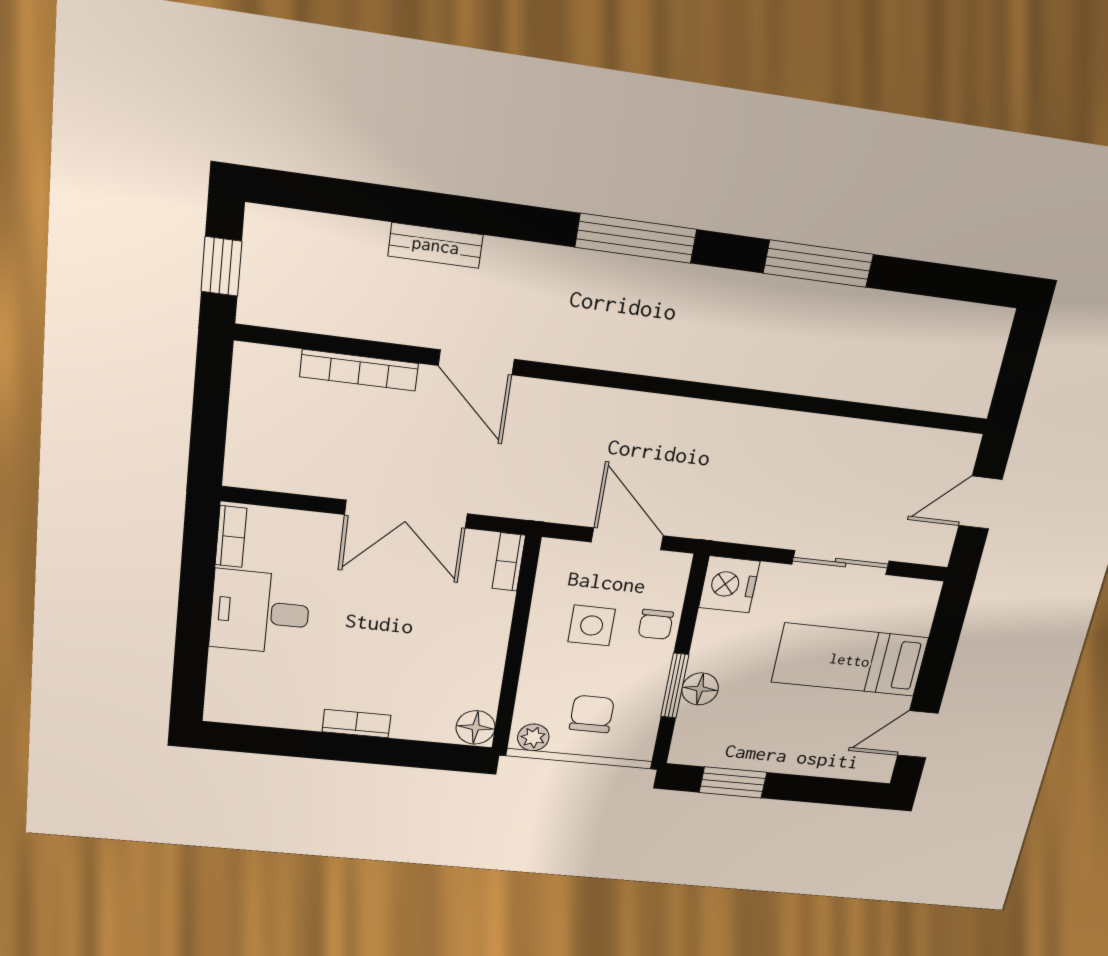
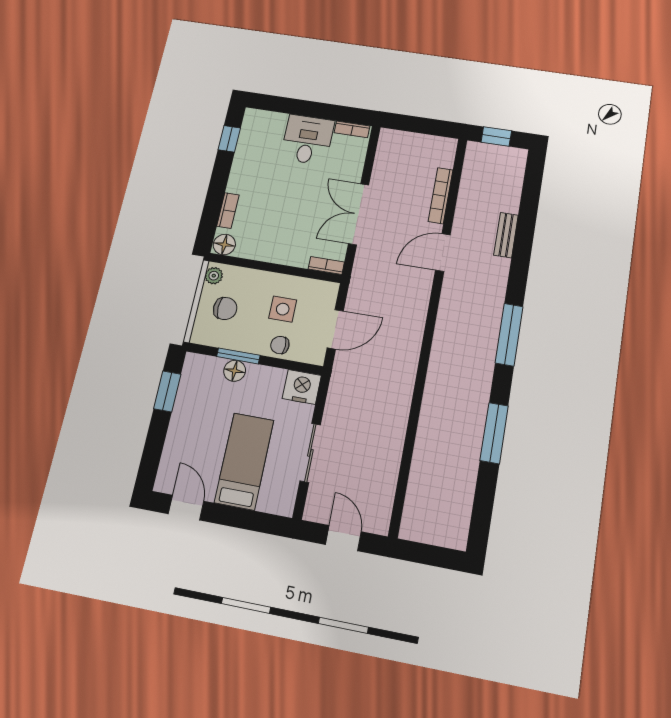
bookcase: (356, 723) -> (228, 210), moved
window: (270, 741) -> (229, 139), added

